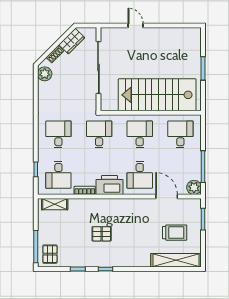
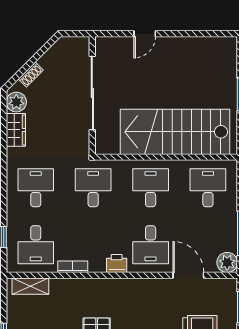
door: (136, 25) -> (145, 34), swing flipped
wardrobe: (72, 41) -> (16, 130), moved, turned -45
printer: (109, 185) -> (117, 264), width x0.53, depth x0.68

